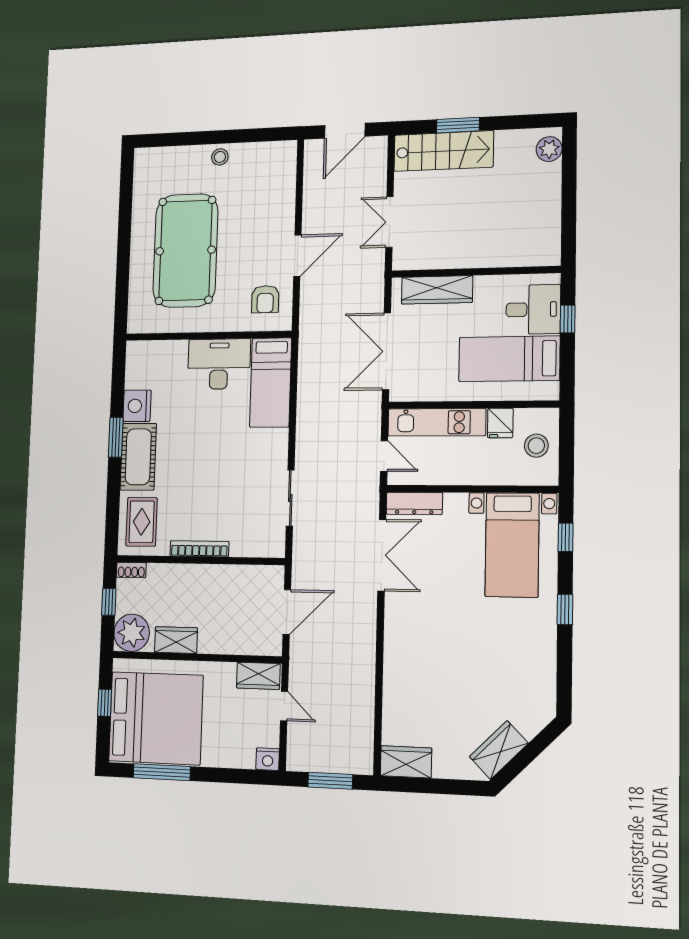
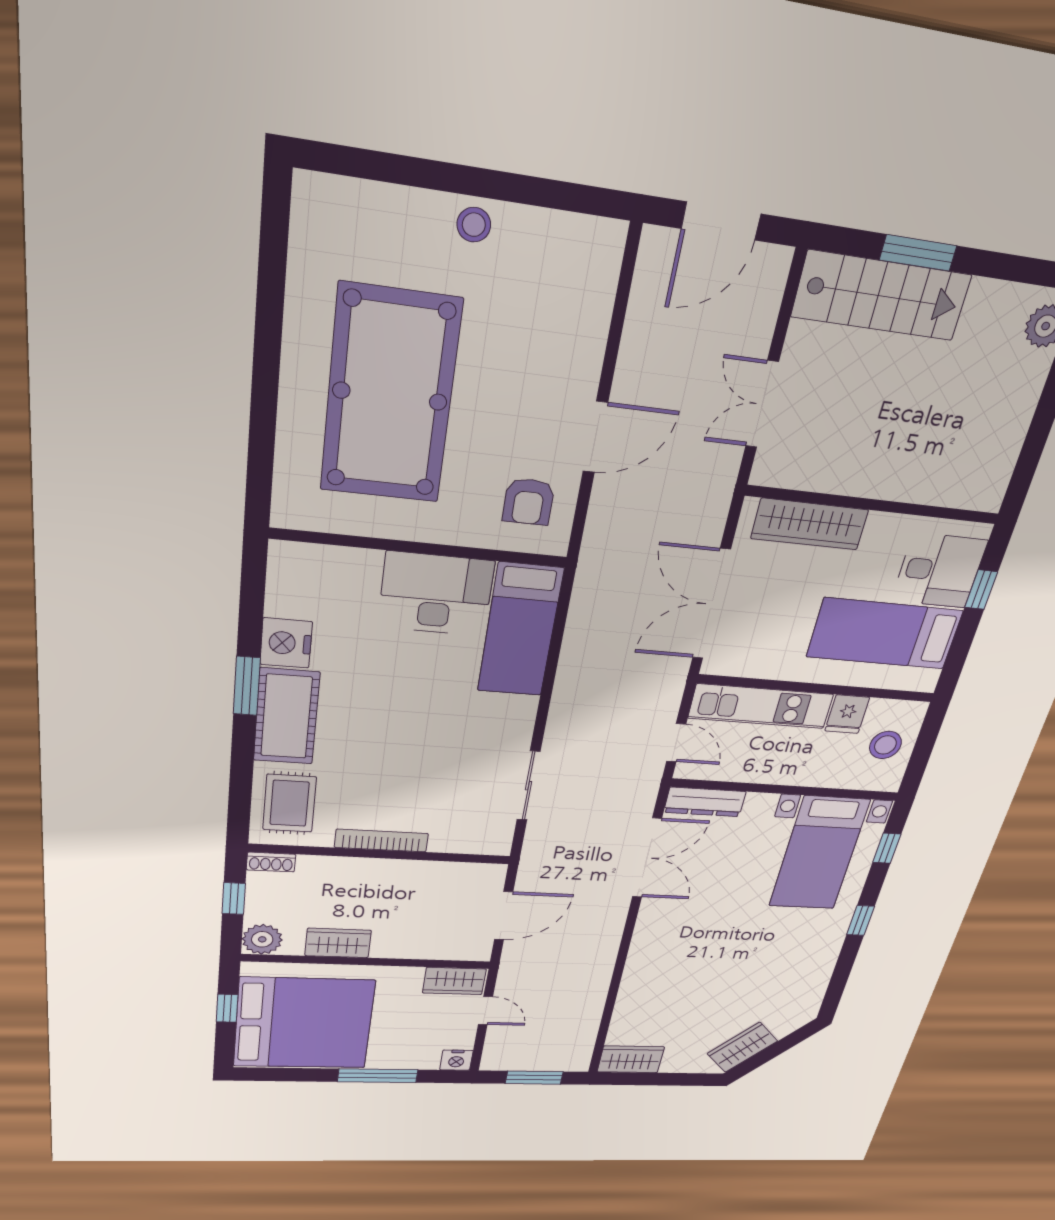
plant: (132, 633) -> (262, 939), width x0.73, depth x0.73
window: (162, 772) -> (378, 1076), moved

